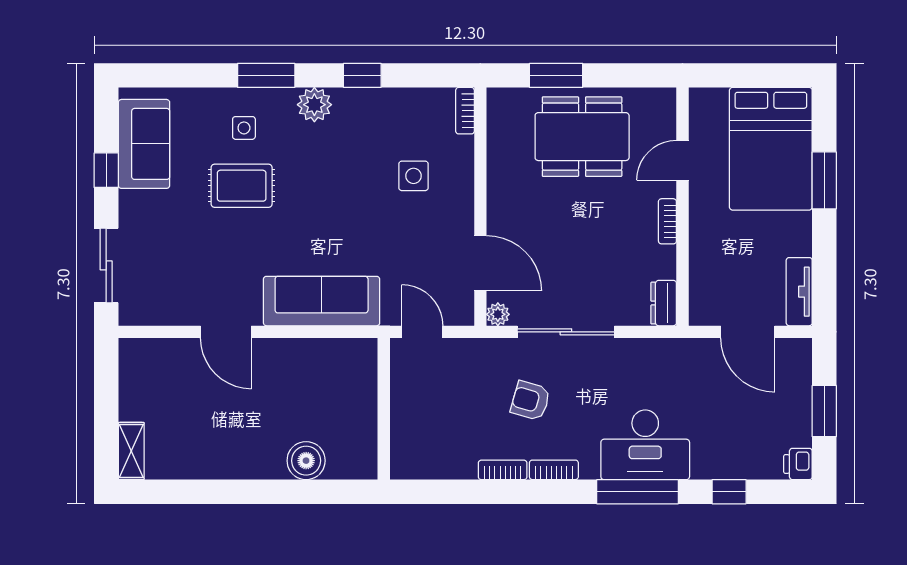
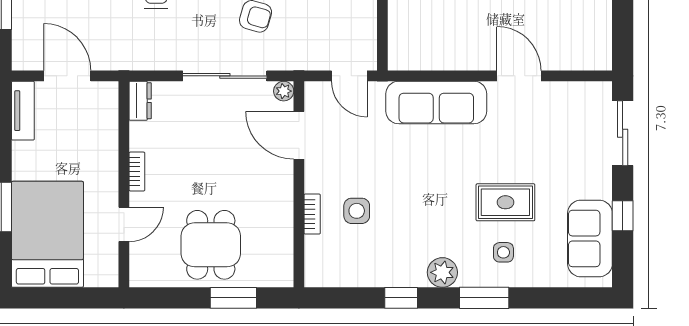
bookcase: (465, 111) -> (312, 214), moved
dining table: (582, 137) -> (211, 245), width x0.73

